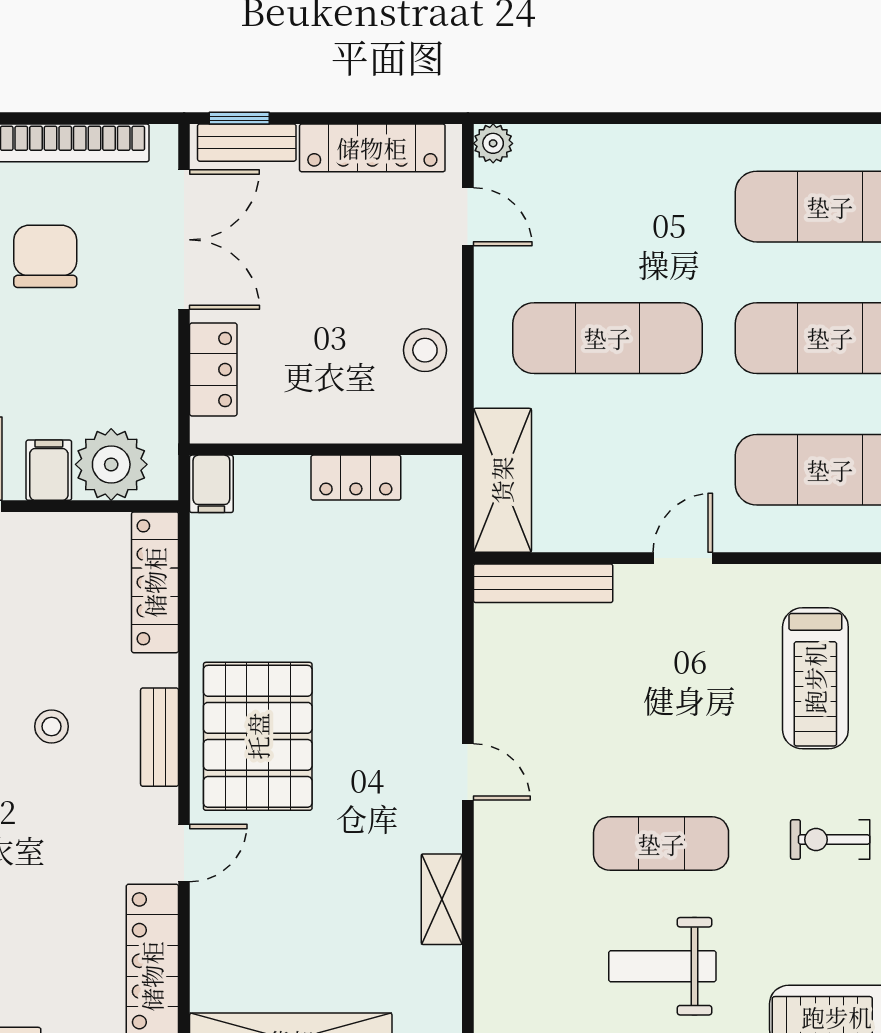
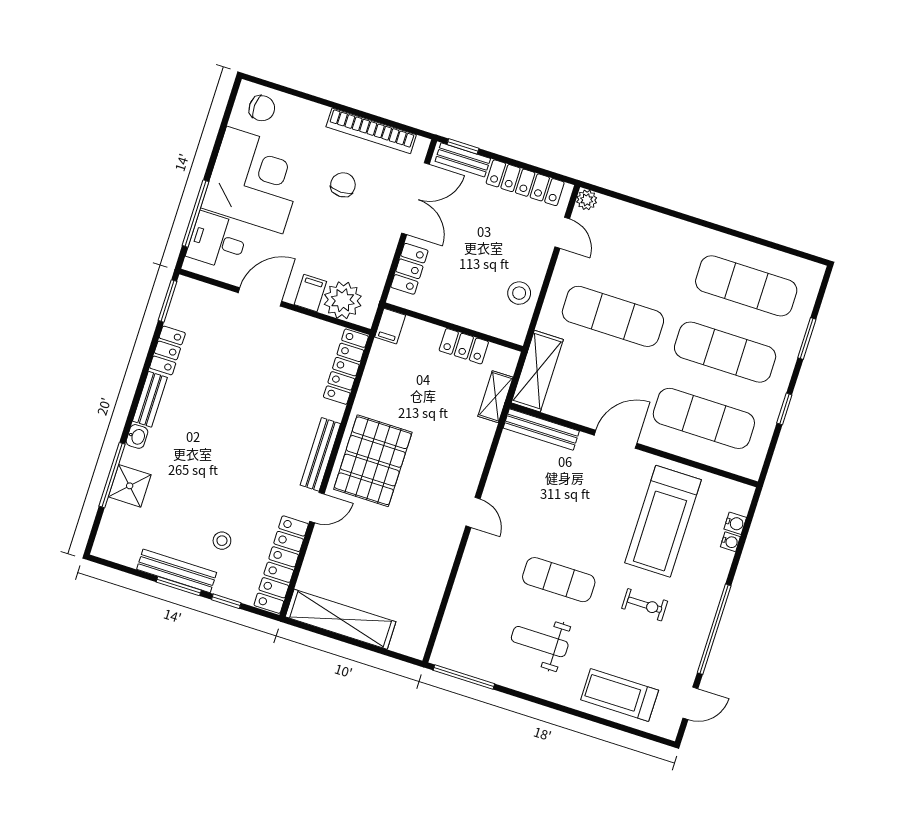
chair: (45, 256) -> (343, 185), width x0.73, depth x0.73
door: (683, 558) -> (616, 439), width x1.38
treadmill: (815, 678) -> (663, 521), width x1.37, depth x1.38
stool: (52, 726) -> (222, 541), moved
bench: (160, 737) -> (320, 454), width x1.36
exercise bike: (830, 840) -> (645, 605), turned 180
shelving: (442, 899) -> (495, 397), moved

